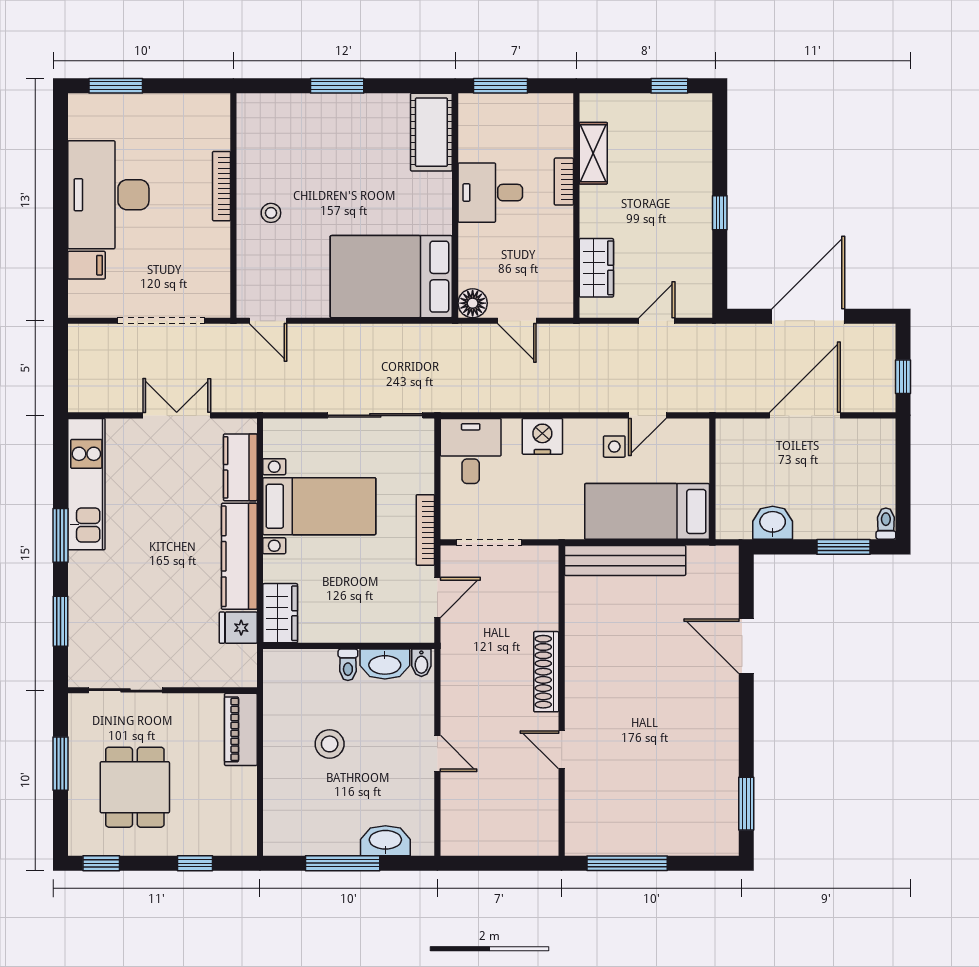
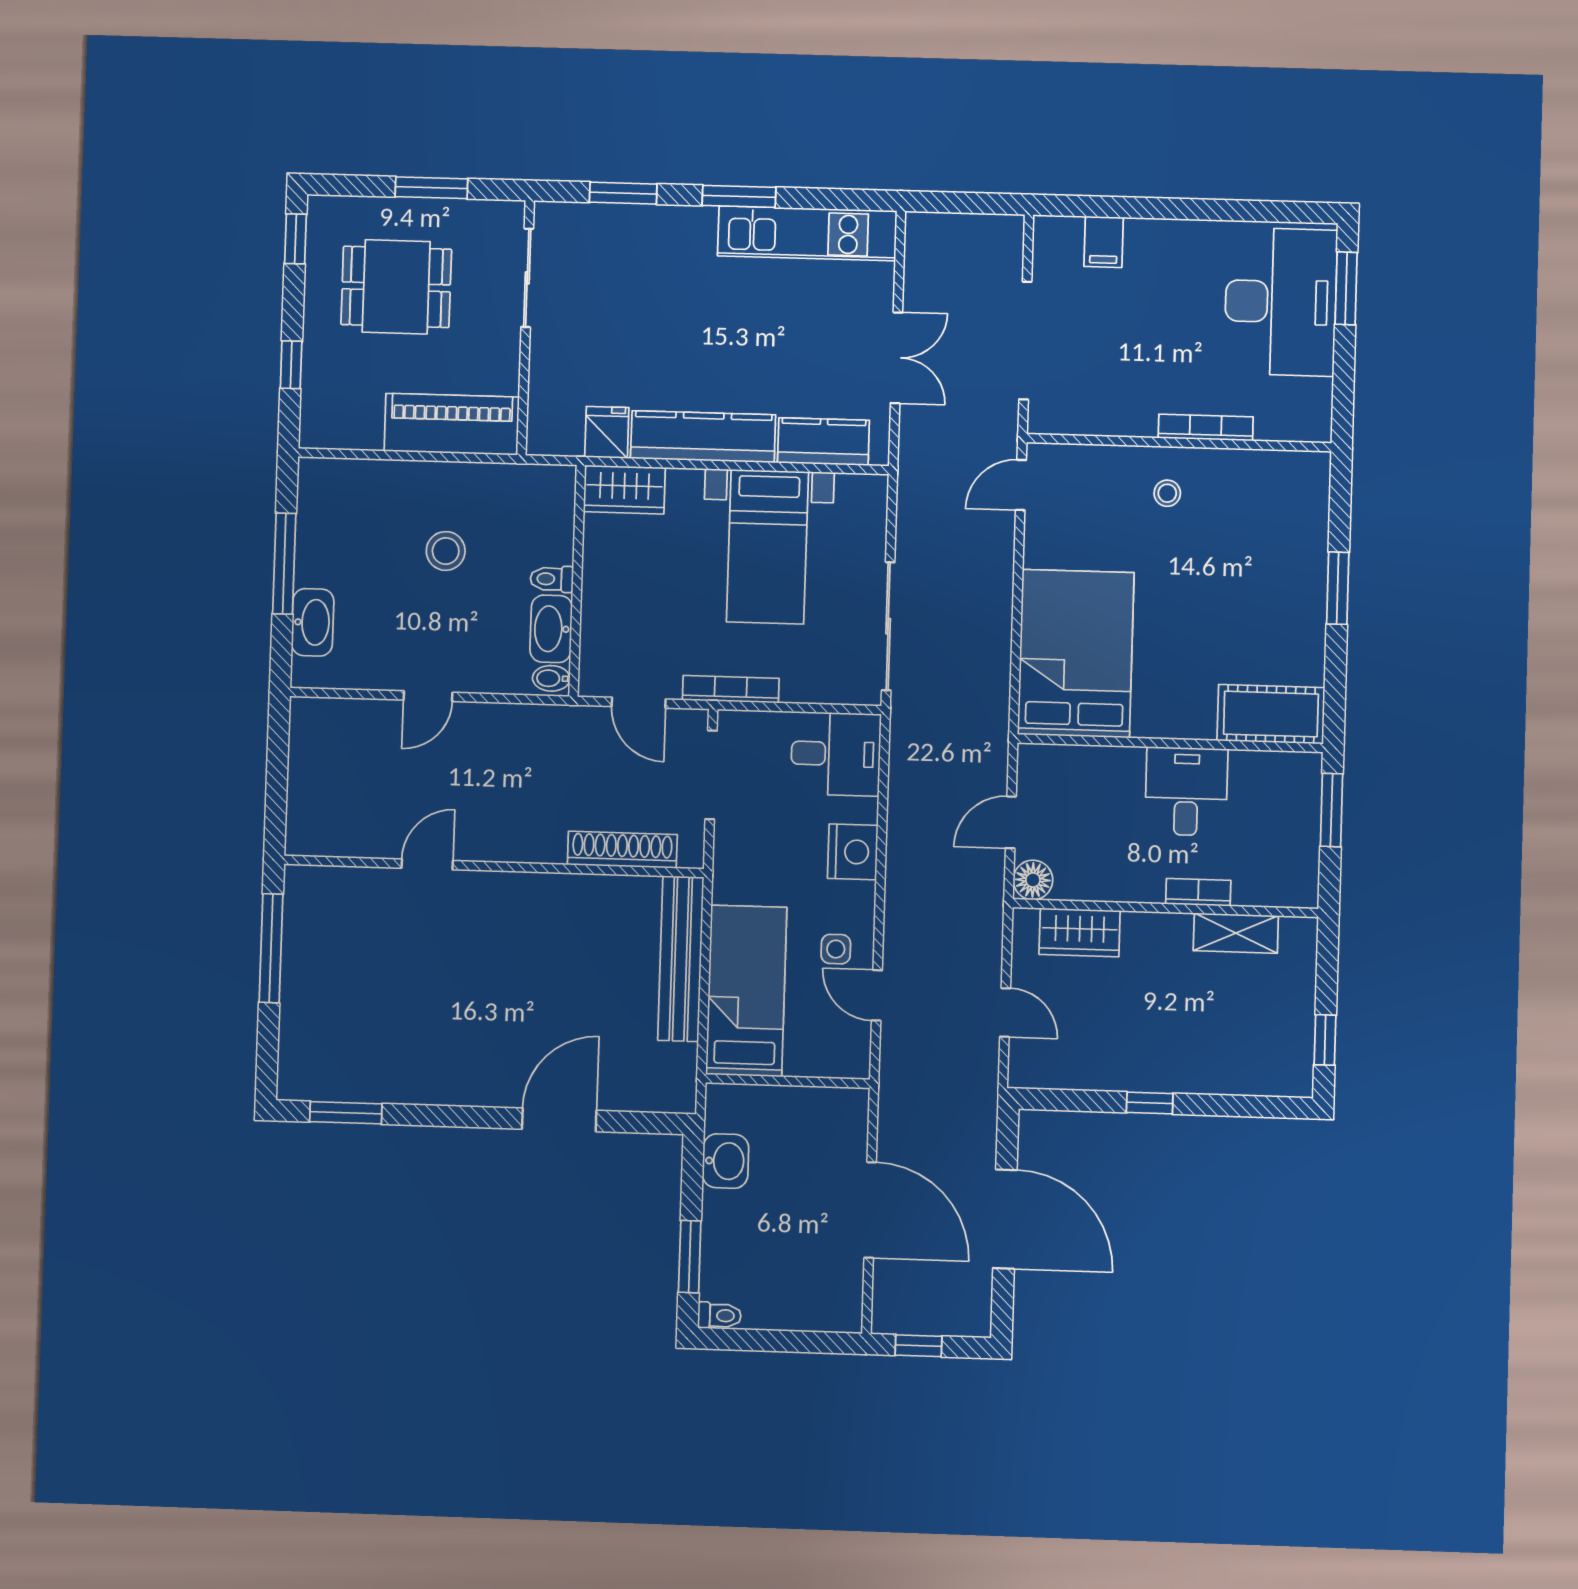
desk: (108, 195) -> (1281, 302), moved, turned 90
floor lamp: (473, 303) -> (1033, 880), moved
shoe rack: (546, 672) -> (622, 850), moved
piano: (241, 729) -> (452, 424), width x1.37, depth x1.33

